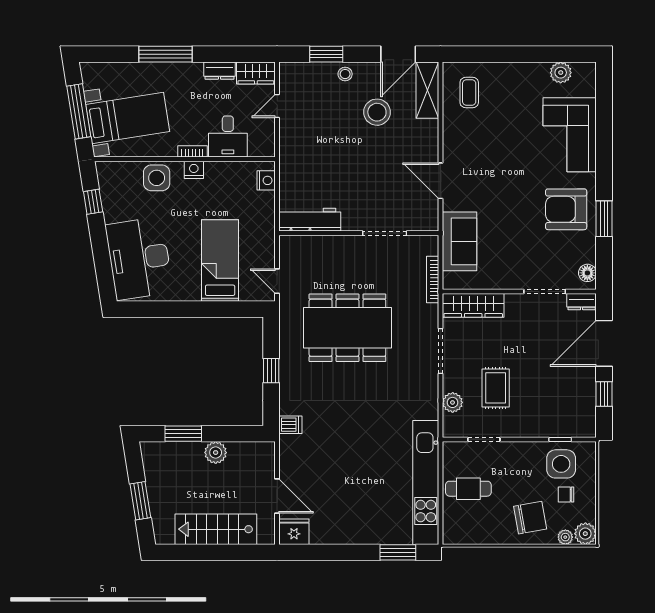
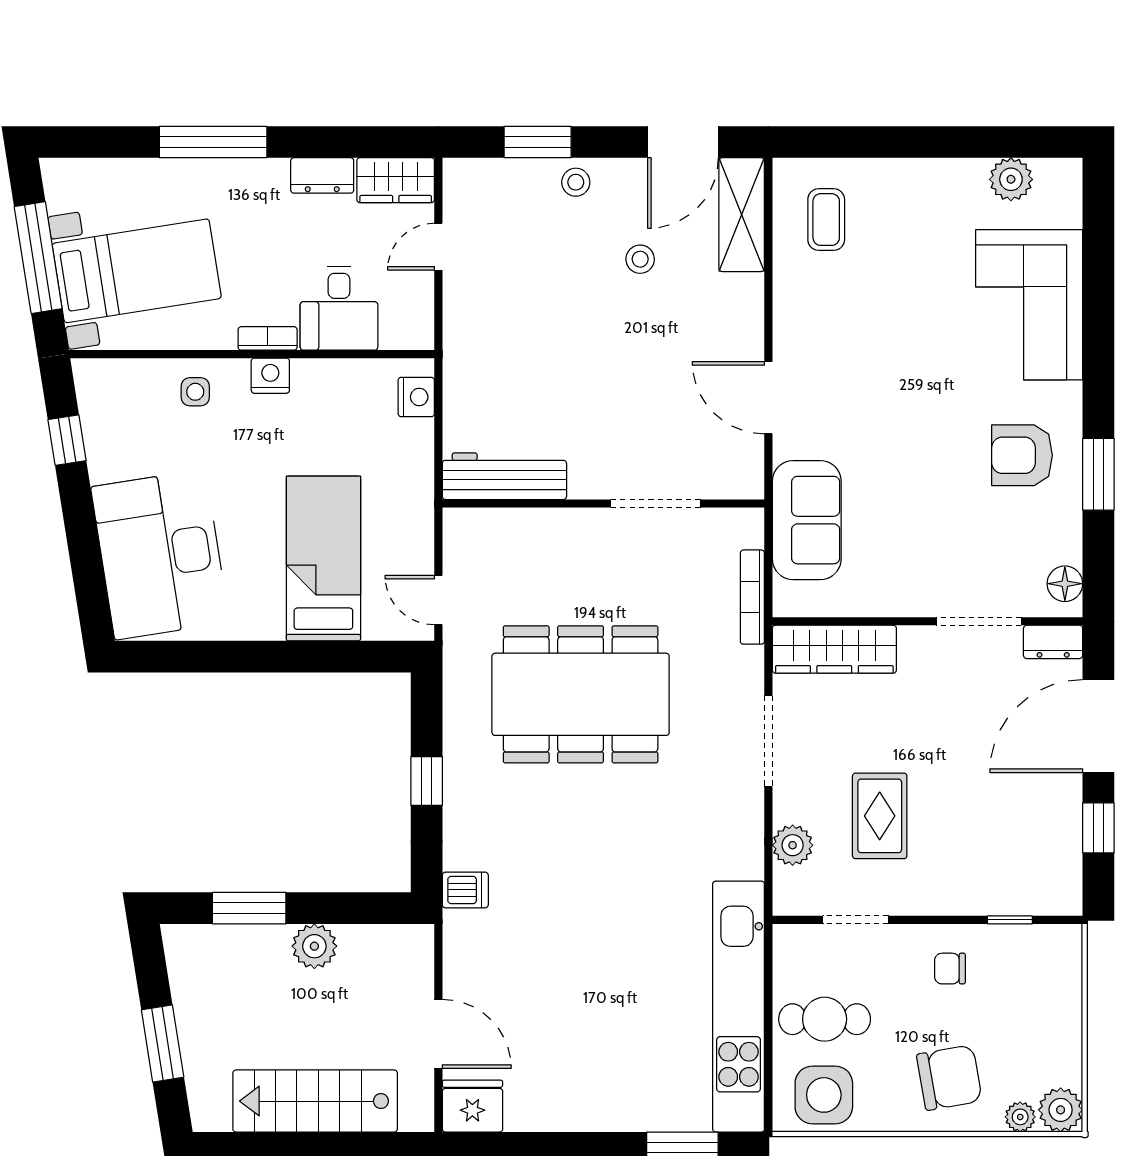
stool: (377, 112) -> (640, 259), width x0.53, depth x0.53
side table: (157, 178) -> (195, 392), width x0.54, depth x0.54
armchair: (566, 209) -> (1022, 455), width x0.73, depth x0.73
side table: (561, 464) -> (824, 1095), moved
chair: (566, 495) -> (950, 969), moved

